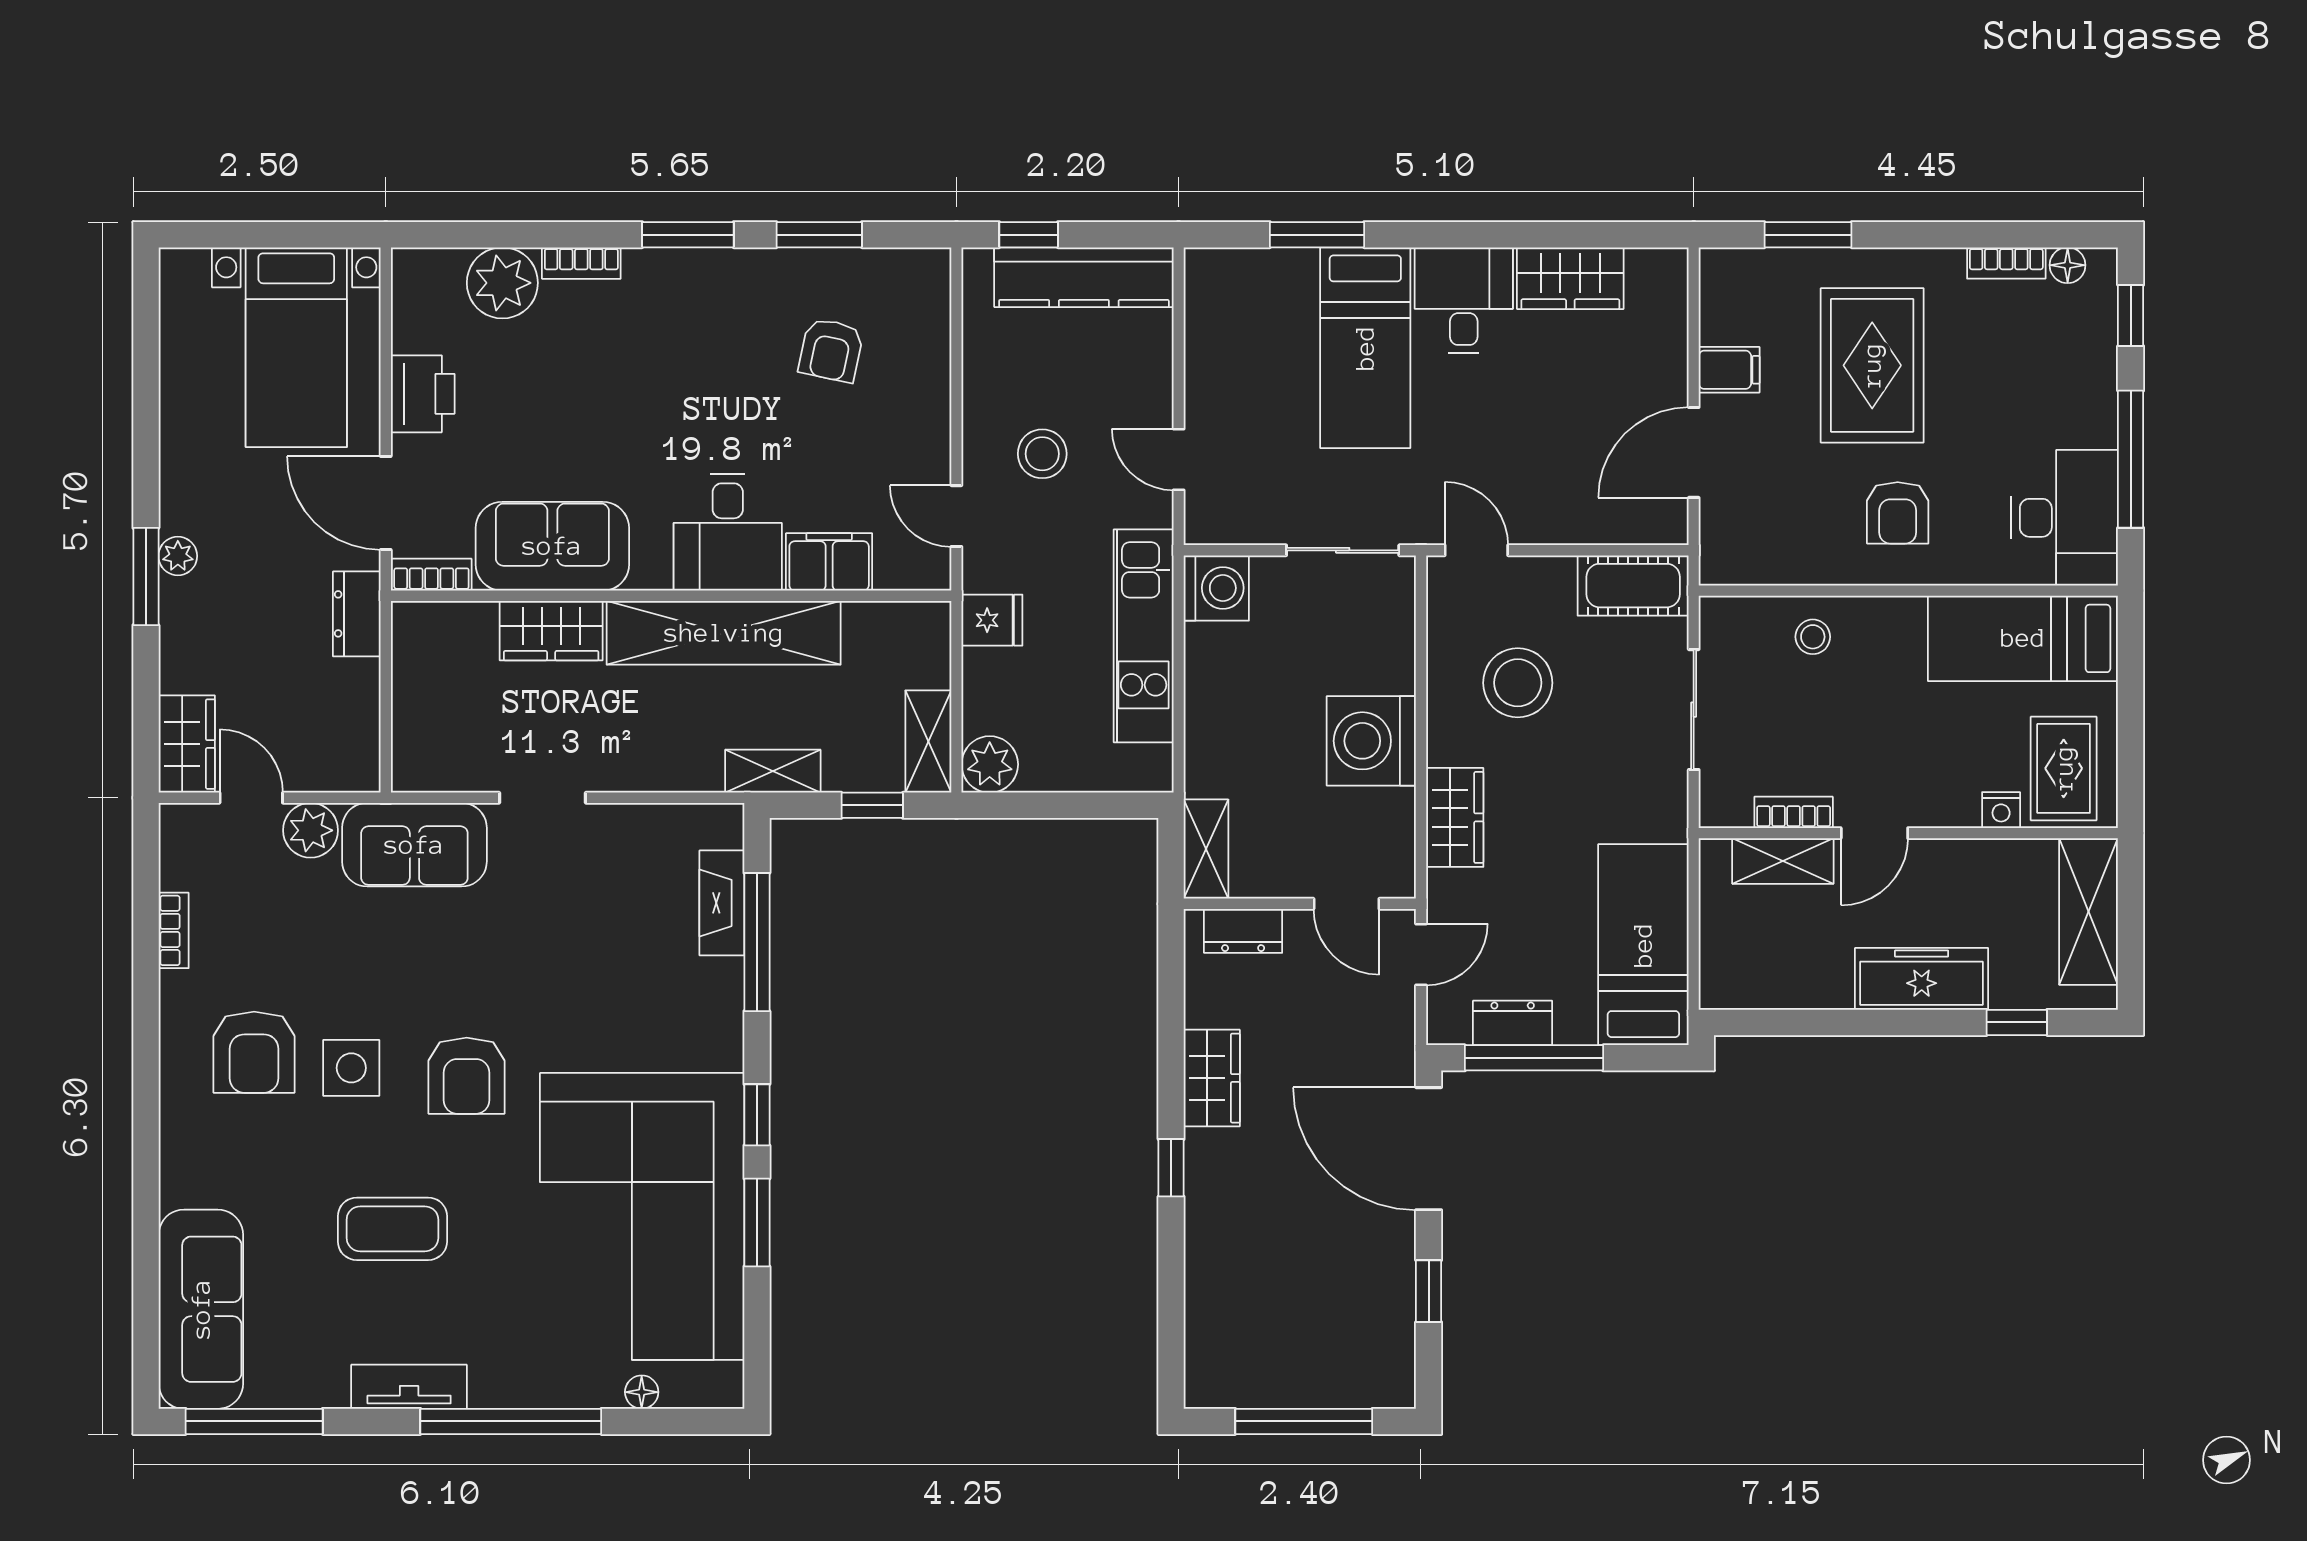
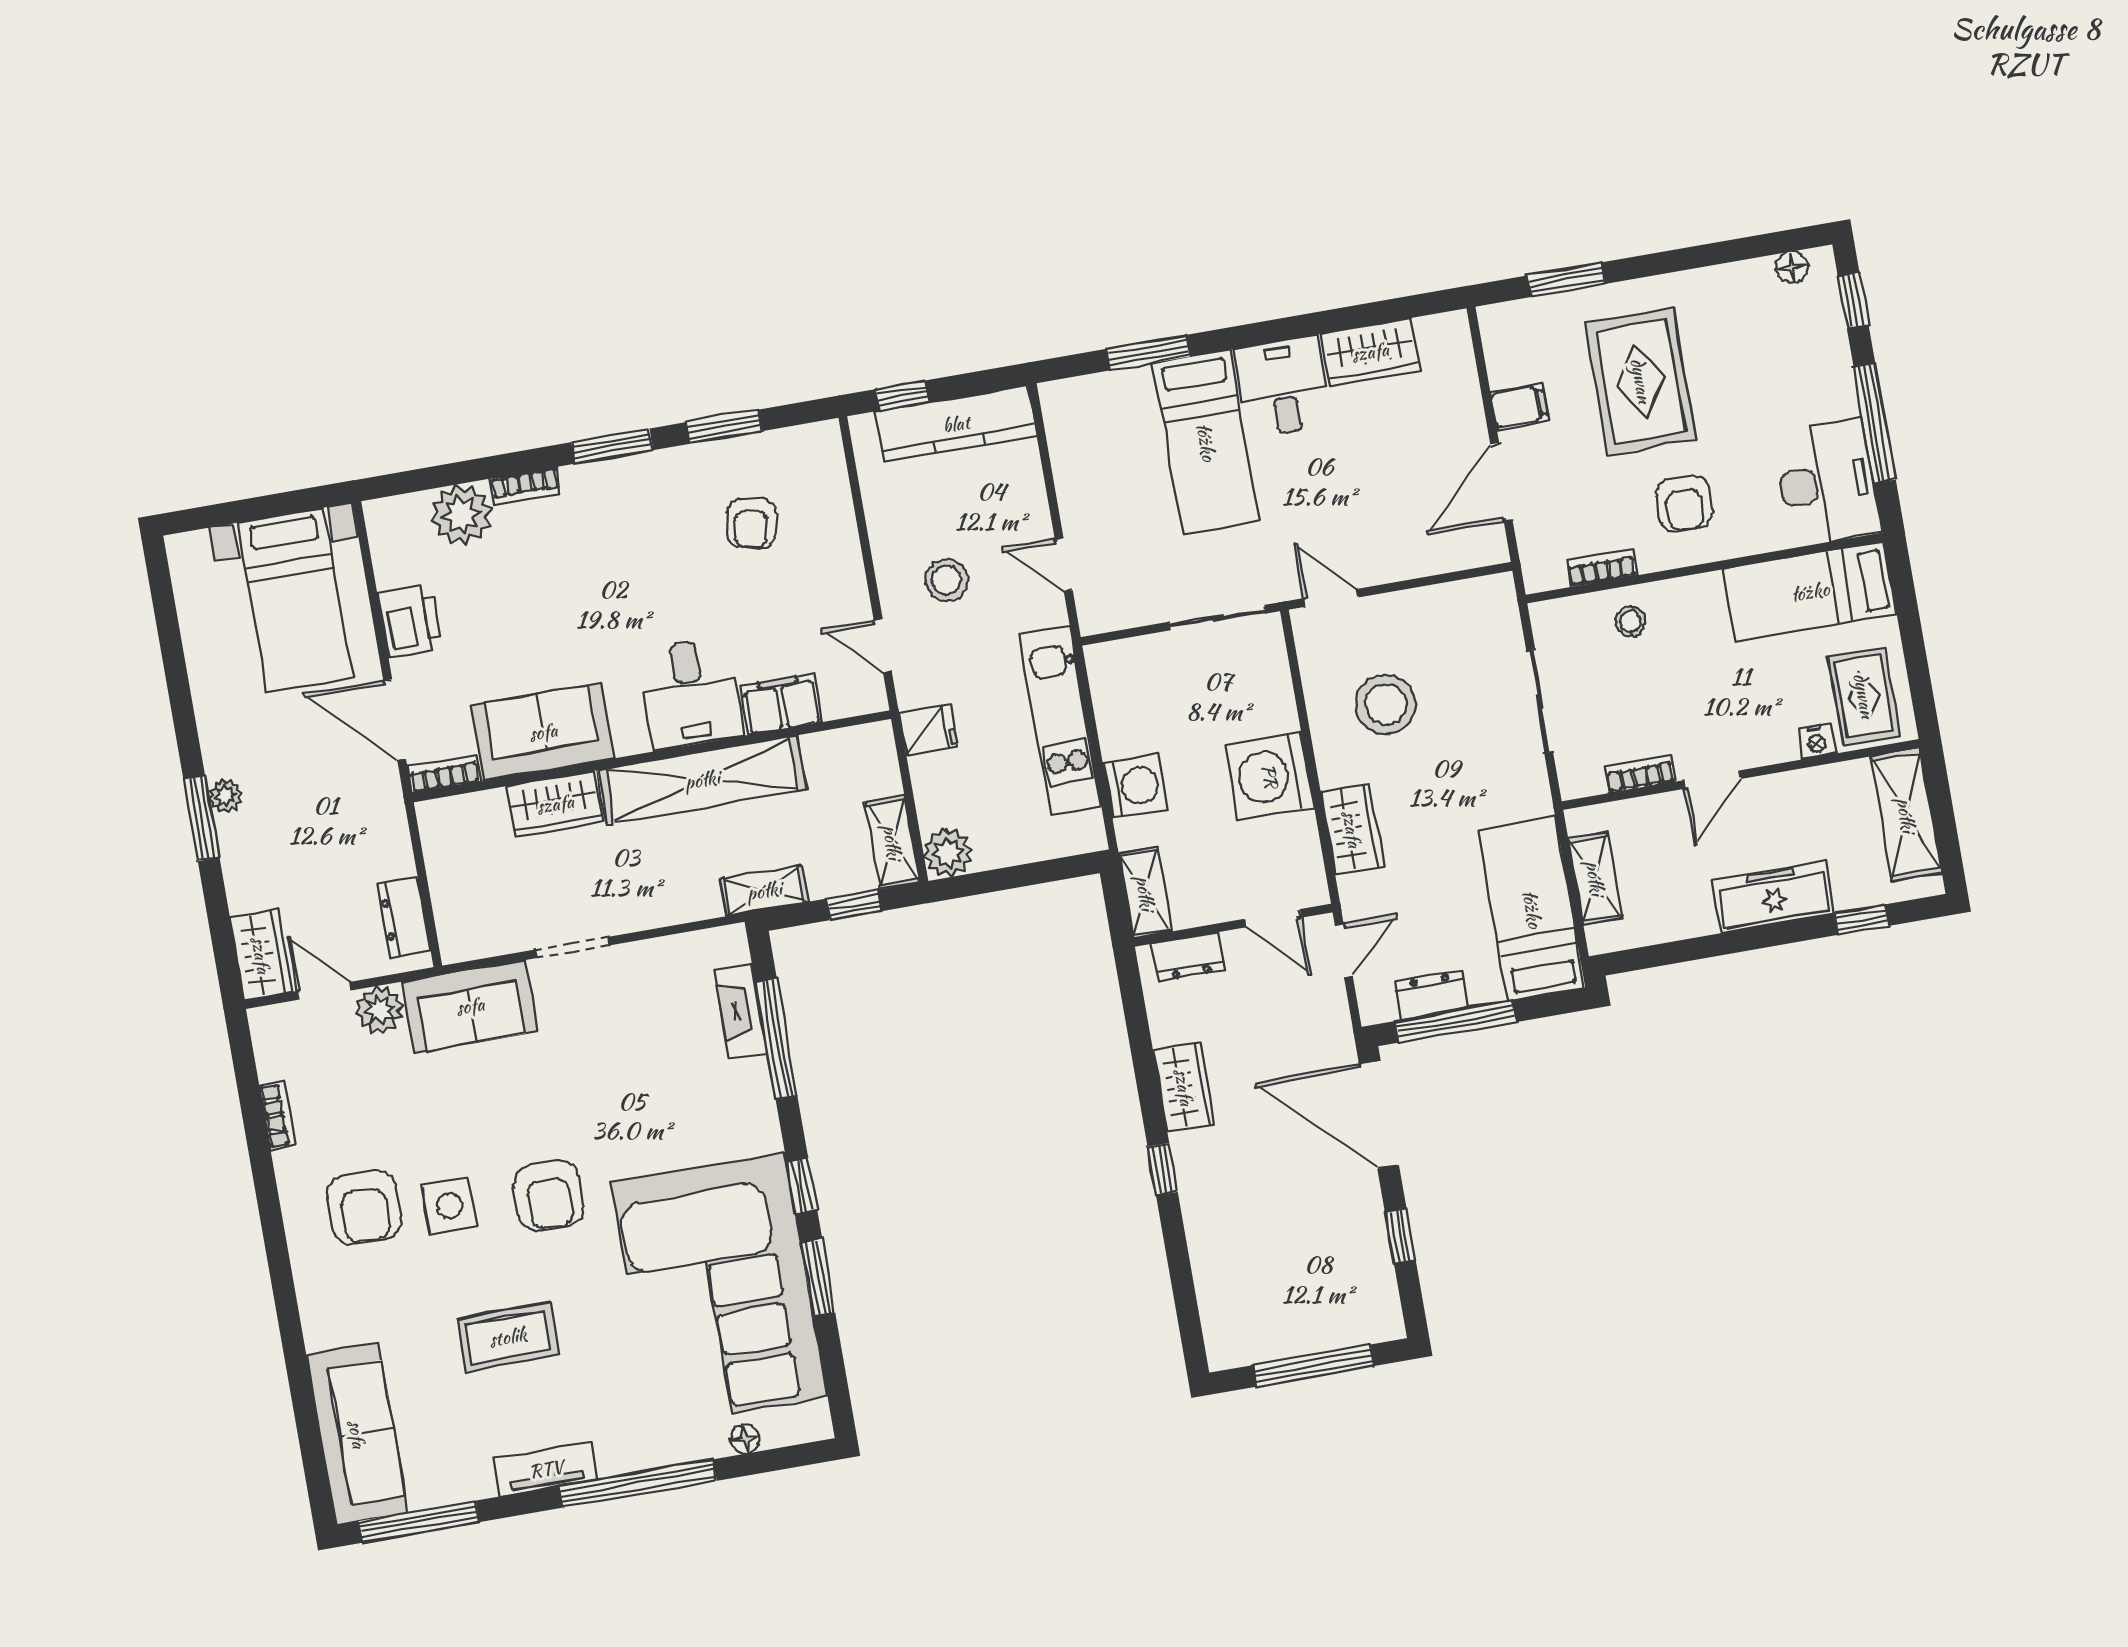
bookcase: (2006, 263) -> (1601, 568), moved, turned 180
cot: (1633, 586) -> (1470, 605), removed
washing machine: (1216, 588) -> (1135, 786), moved
dresser: (357, 614) -> (404, 917), moved
shelving: (1783, 861) -> (1595, 878), moved, turned 90

